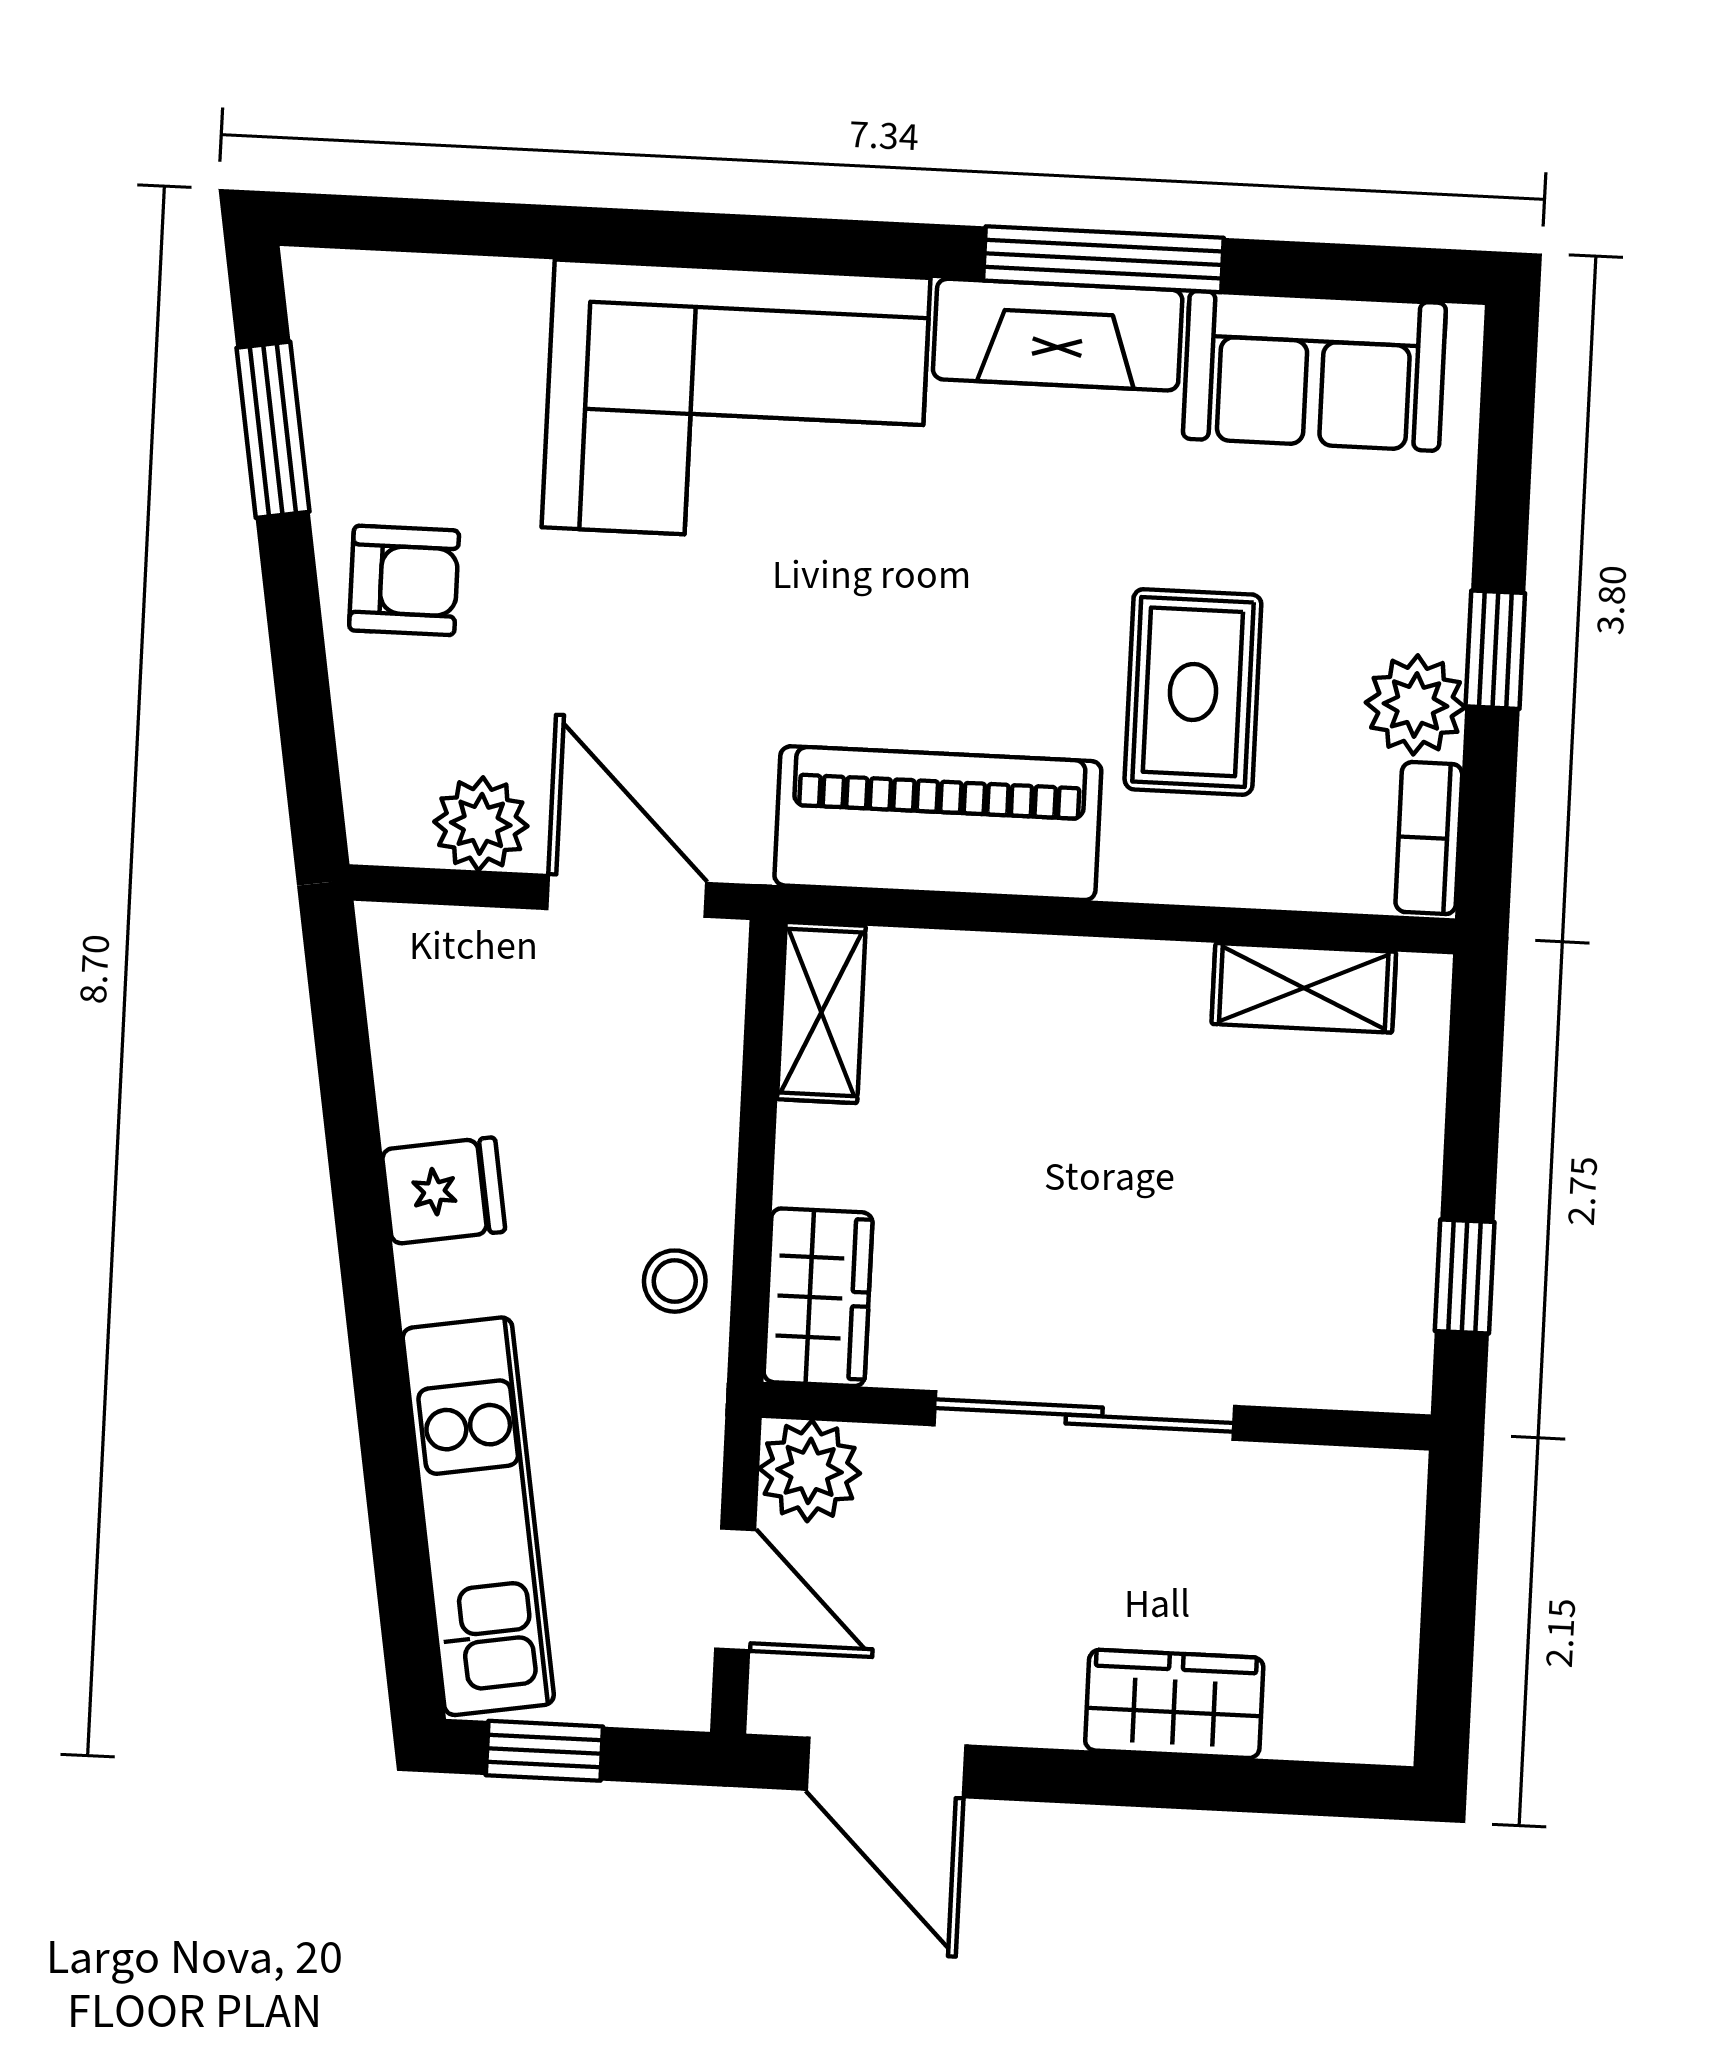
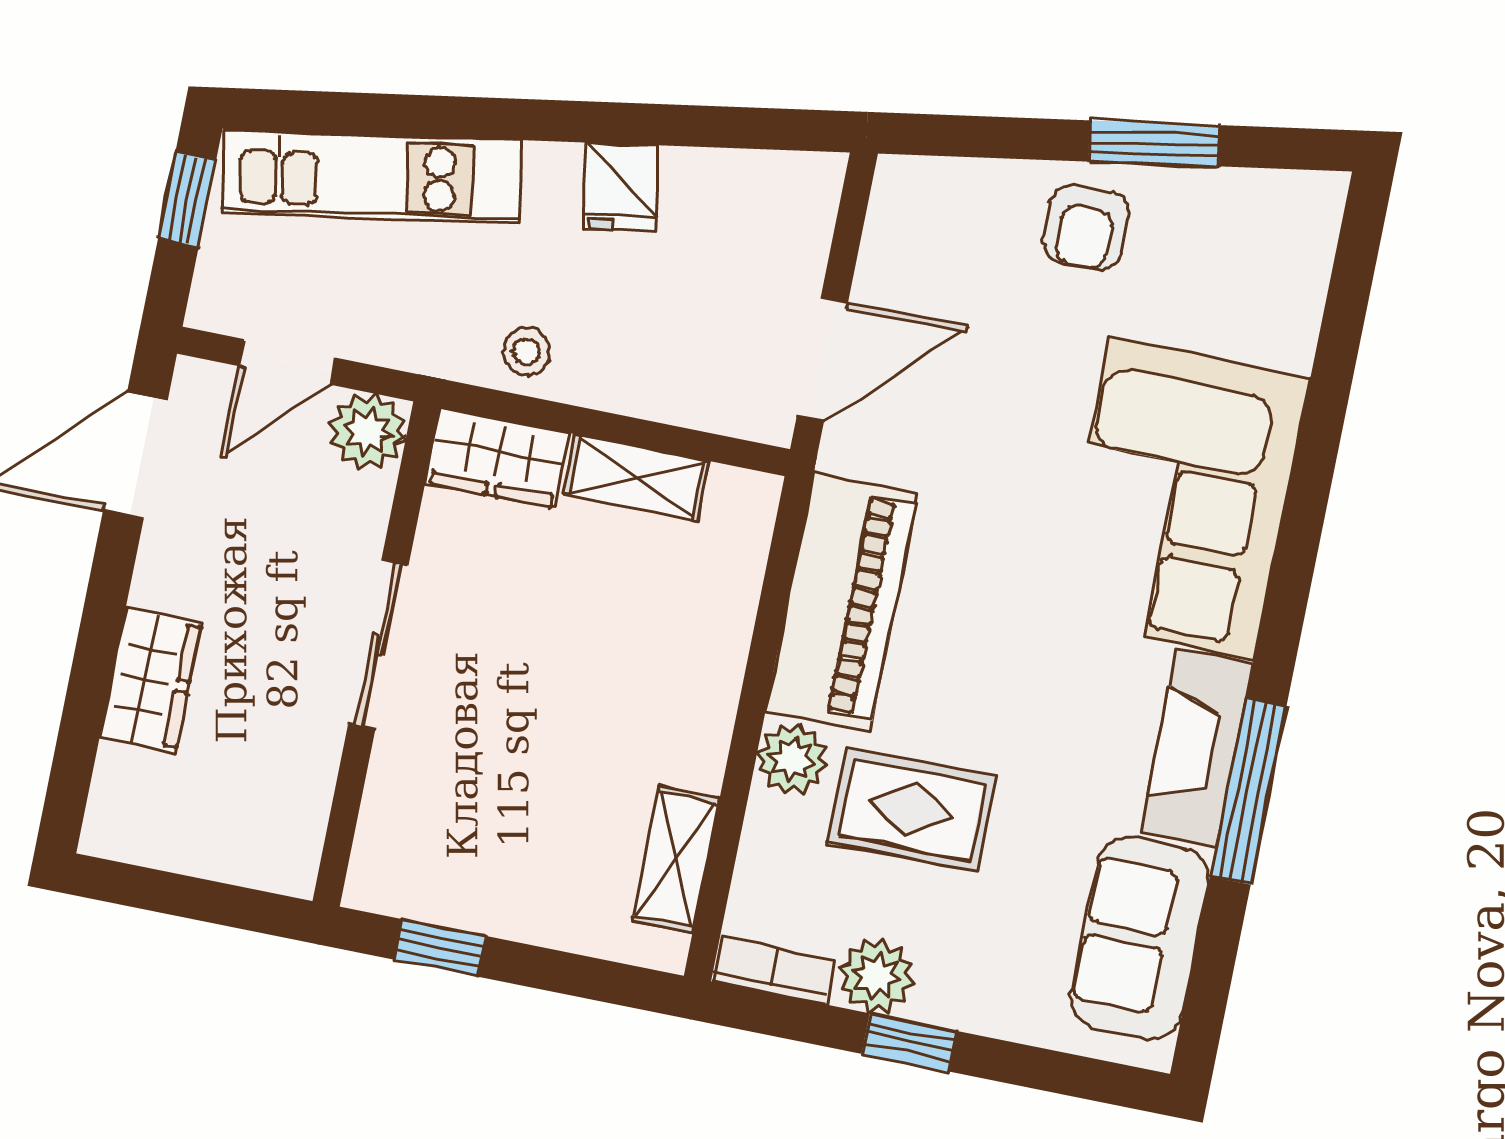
window: (273, 430) -> (1154, 143), moved
plant: (481, 824) -> (792, 759), moved
shelving: (821, 1013) -> (636, 477), moved
sliding door: (1084, 1416) -> (378, 645), width x0.73

